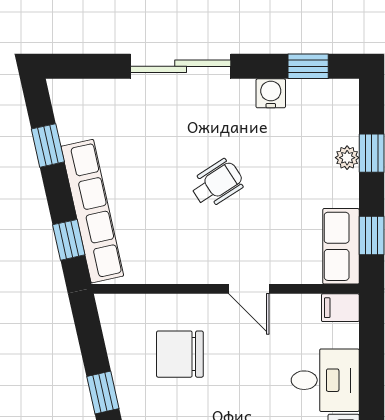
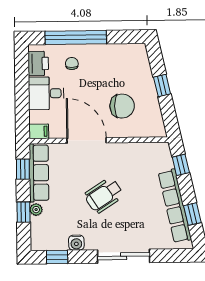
wheelchair: (217, 184) -> (104, 195), width x1.36, depth x1.37
row of seats: (92, 211) -> (175, 206), moved
row of seats: (341, 246) -> (39, 173), width x1.48
door: (249, 289) -> (87, 140), width x1.87

